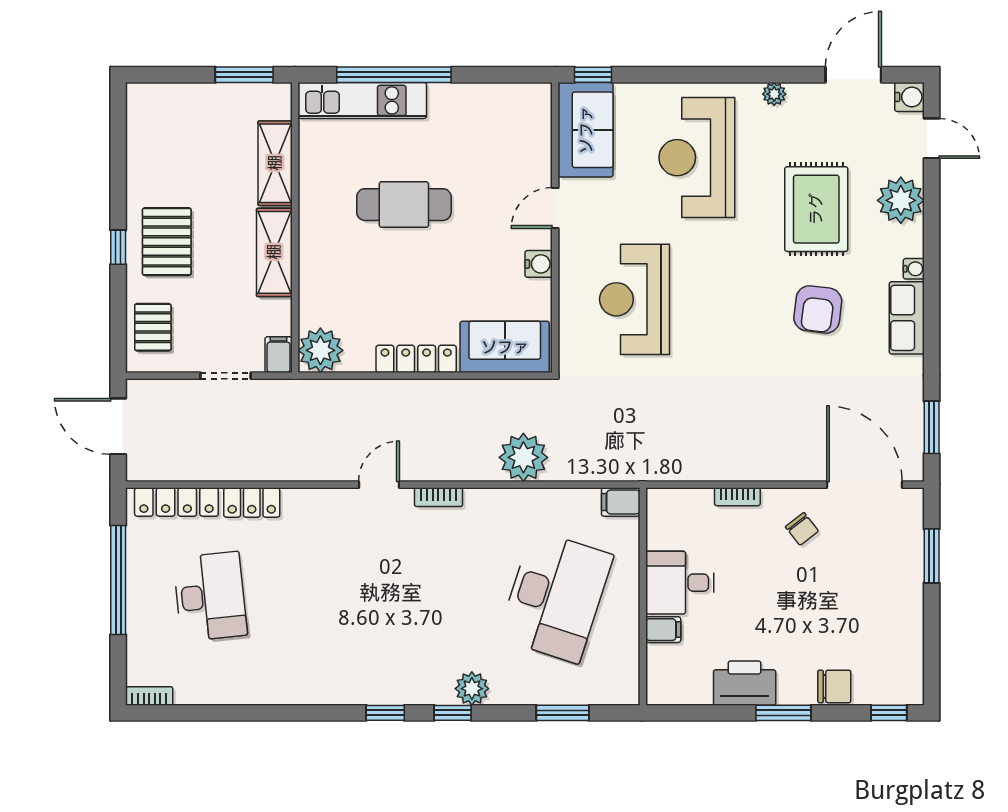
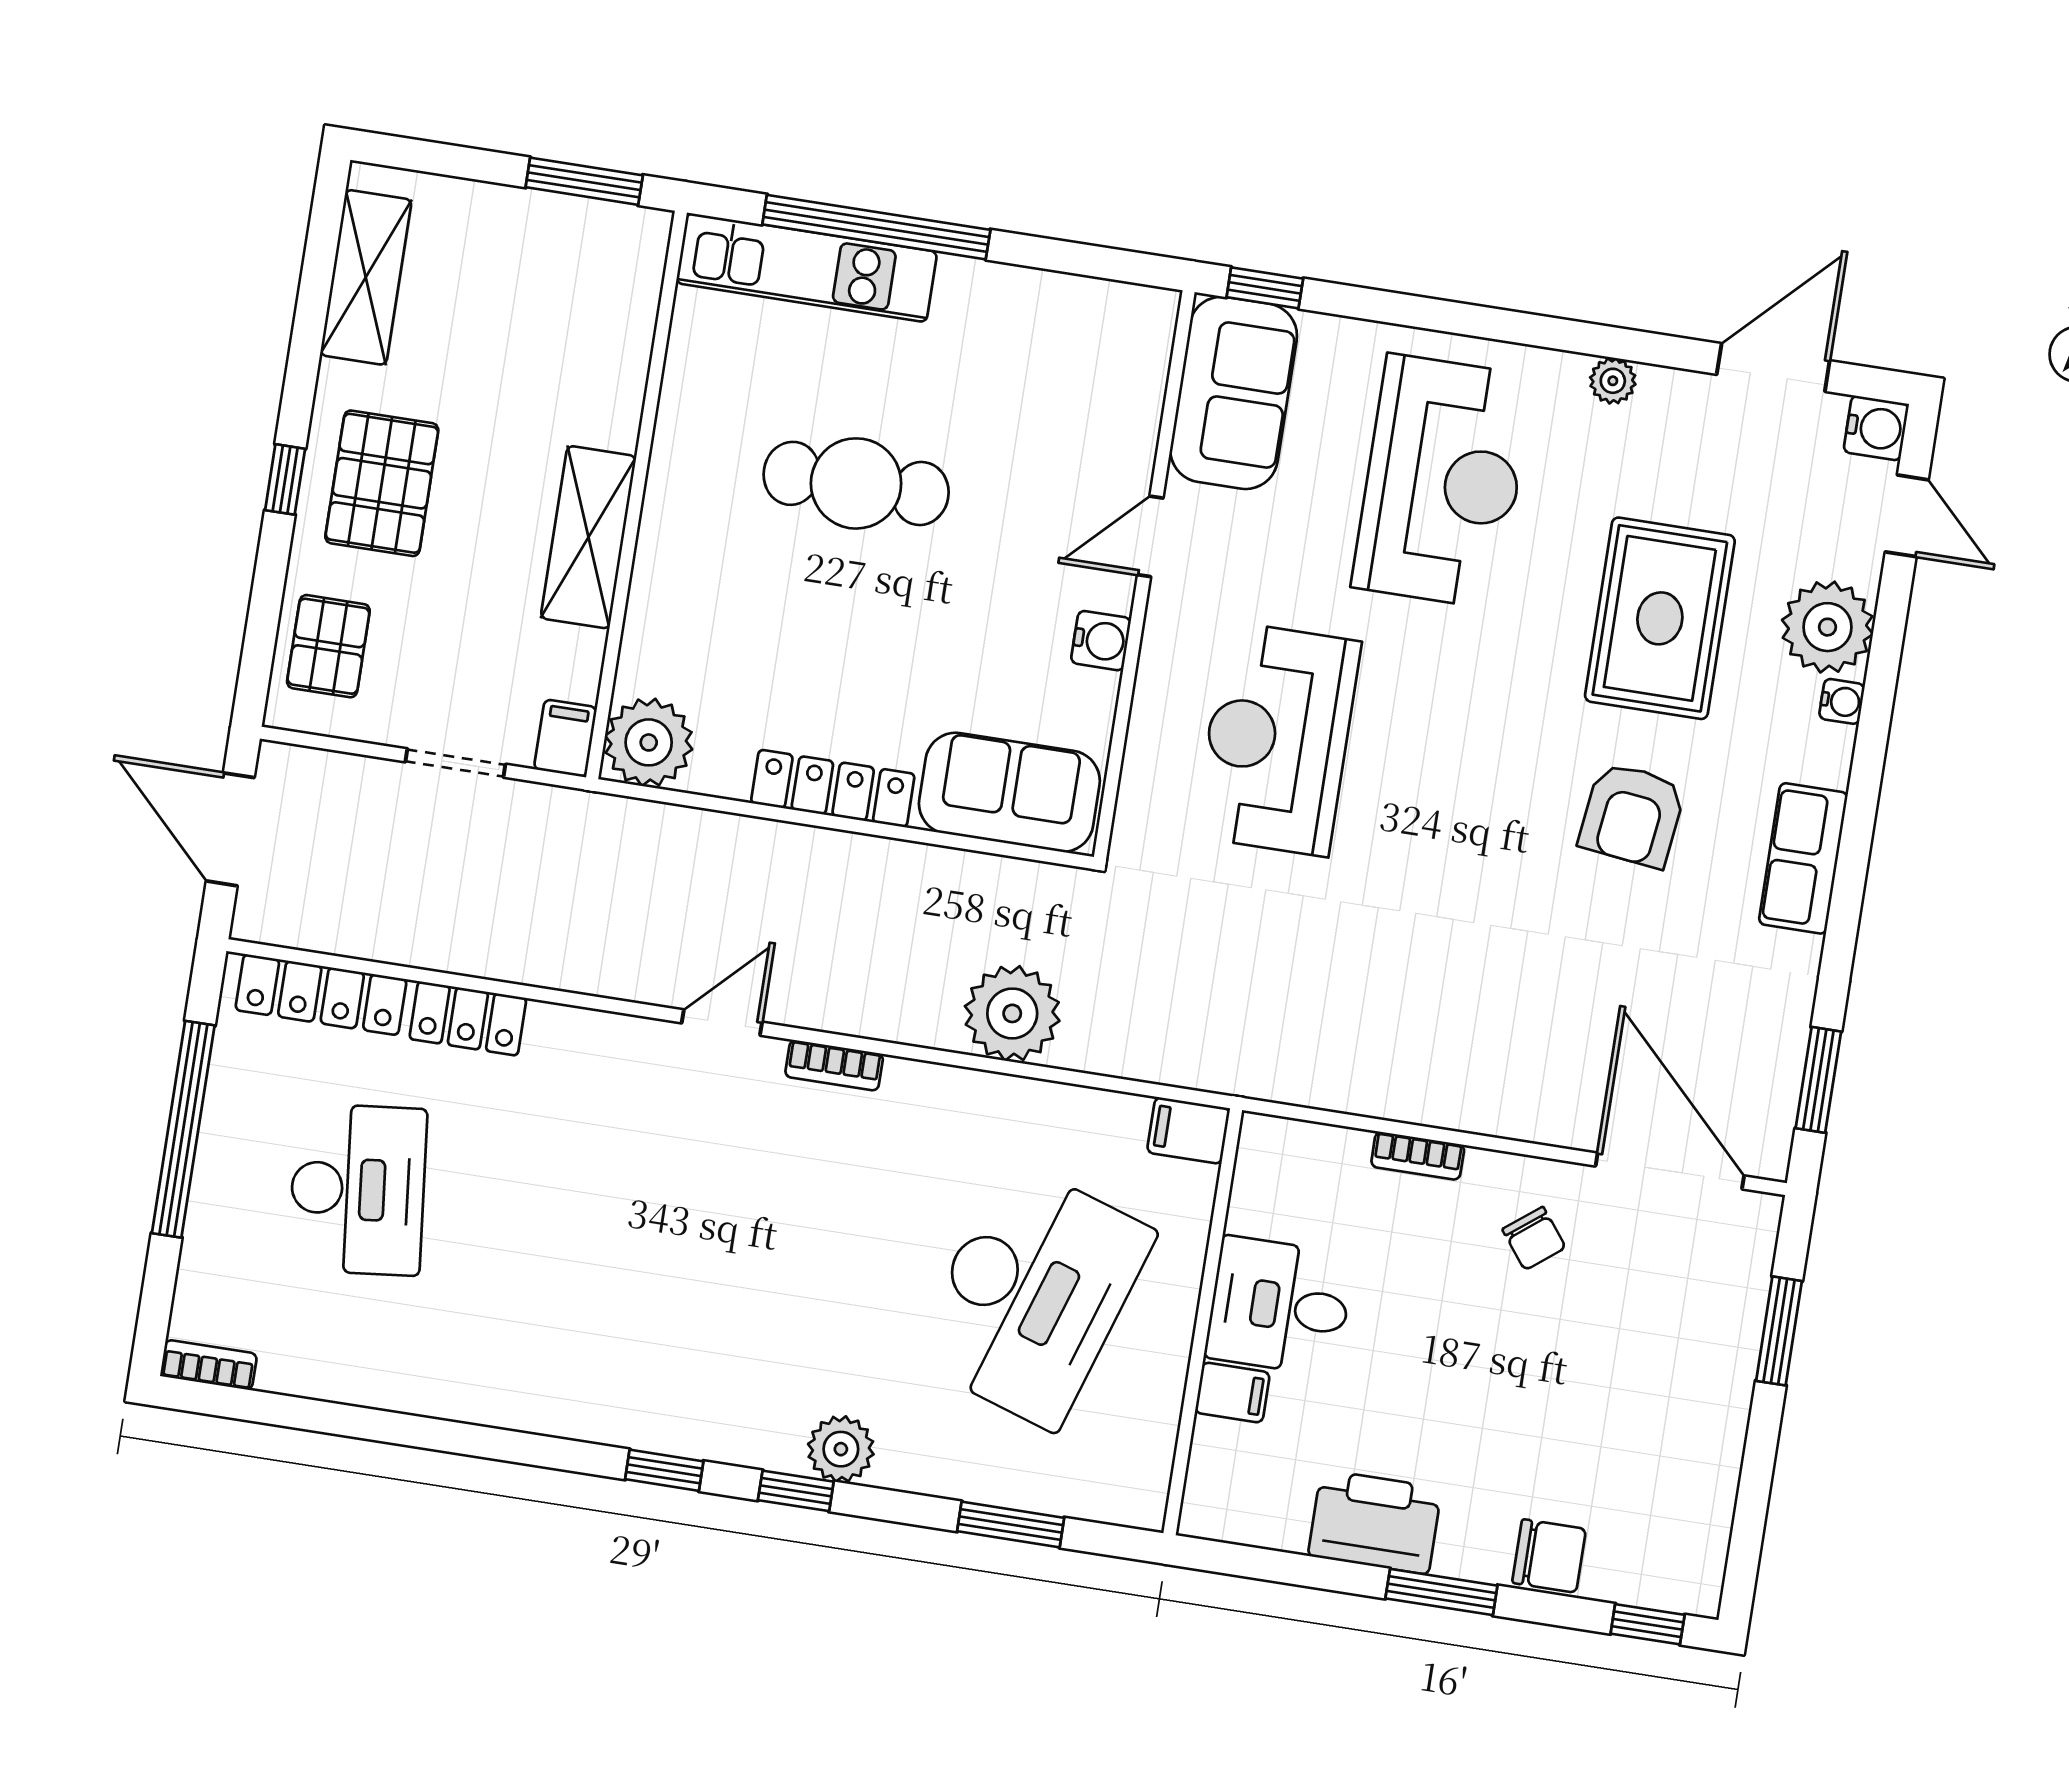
reception desk: (697, 158) -> (1442, 481), turned 180
shelving: (275, 163) -> (366, 277), moved
water cooler: (914, 269) -> (1842, 701), moved

